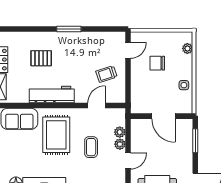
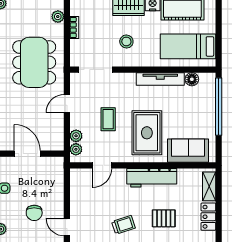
door: (128, 50) -> (67, 227), hinge flipped
chair: (157, 63) -> (34, 213), turned 90
trolley: (106, 74) -> (124, 225), moved
plant: (120, 144) -> (76, 149), moved

